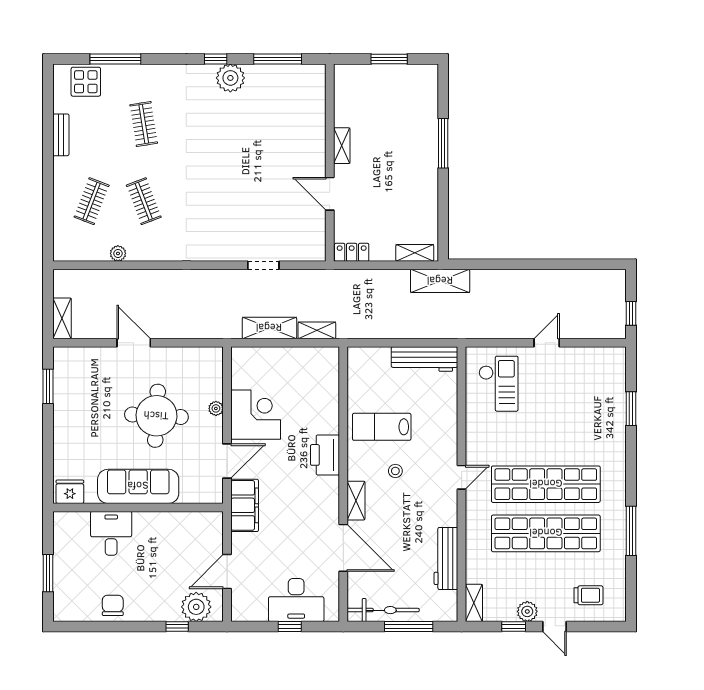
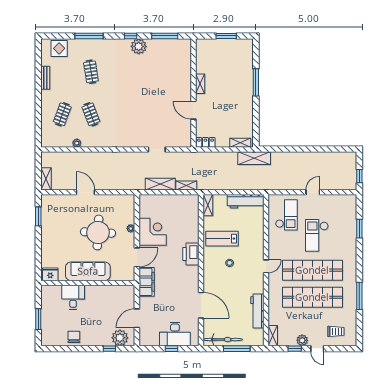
window: (115, 59) -> (89, 36), moved
checkout: (554, 421) -> (317, 235), added
shelving: (356, 501) -> (208, 205), moved

